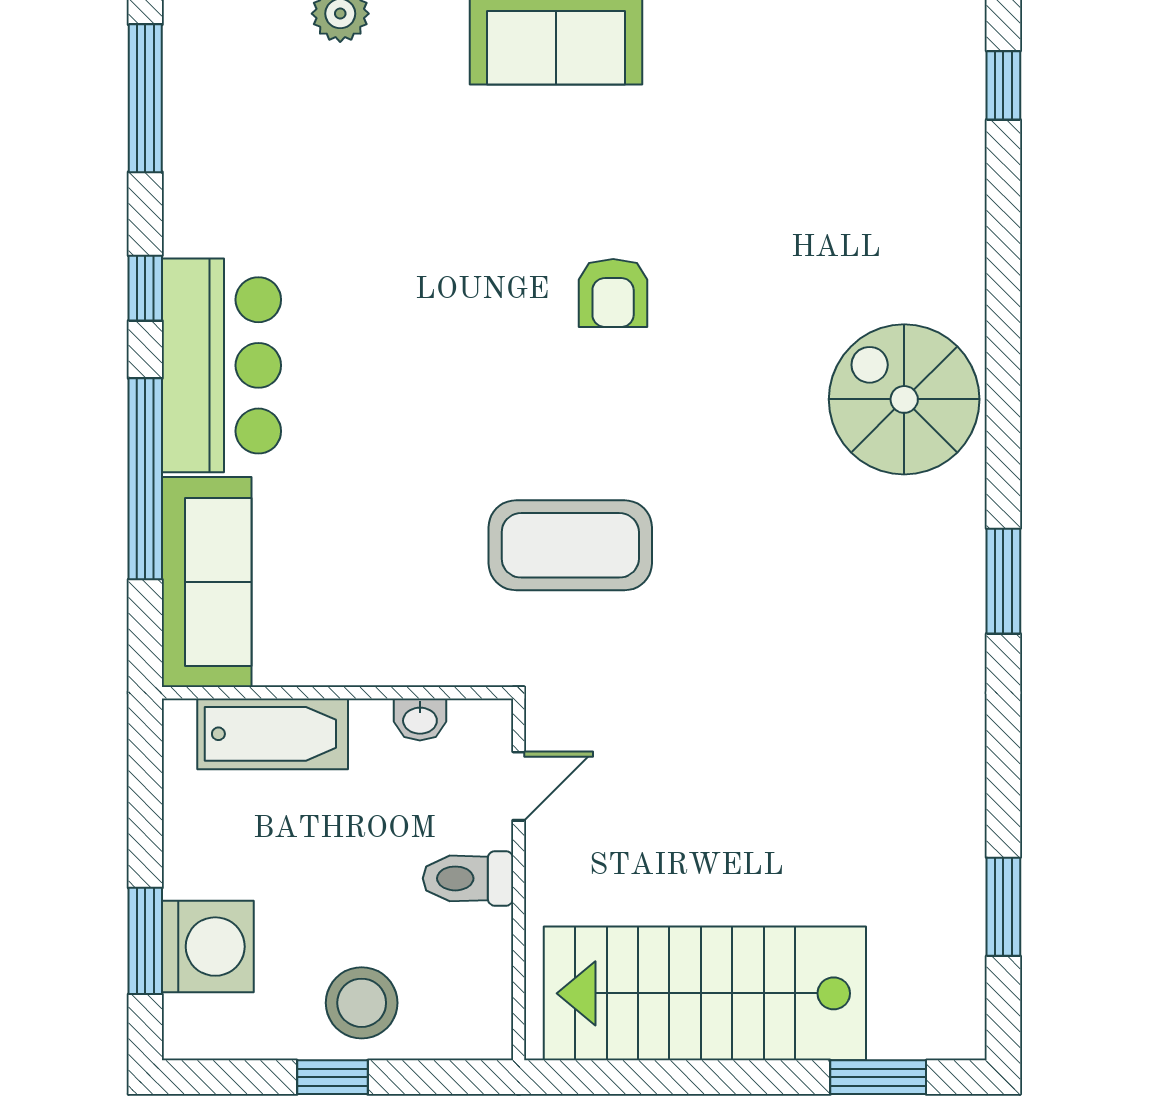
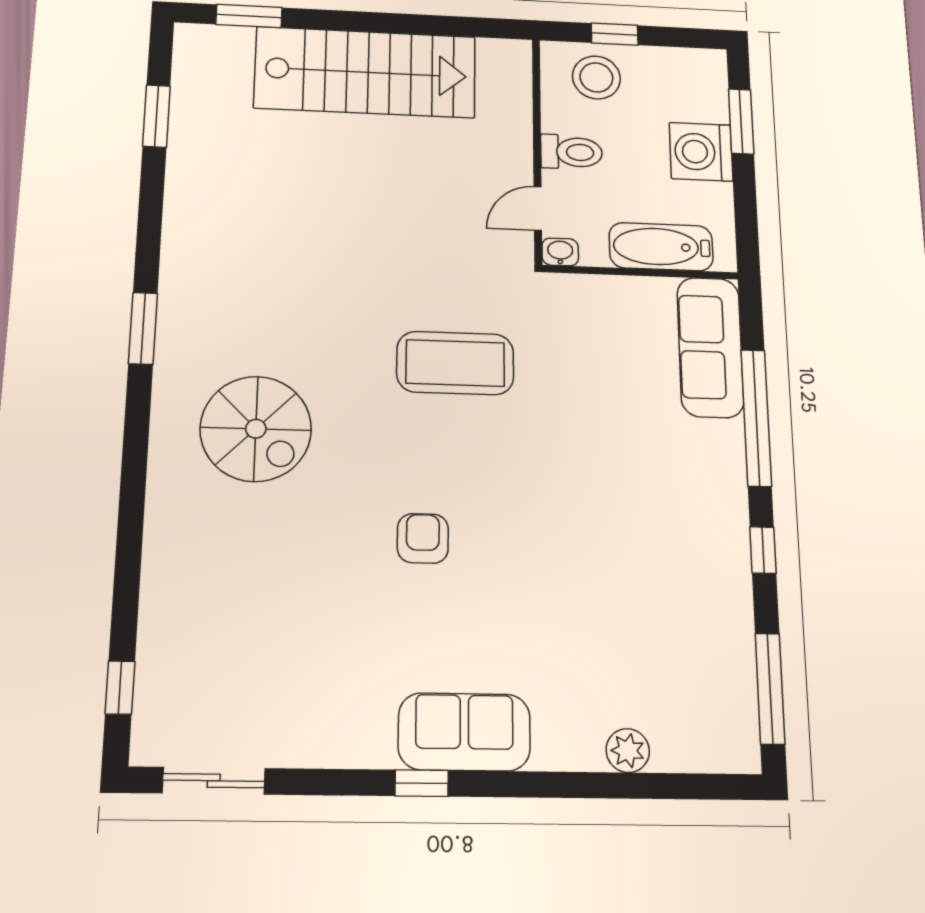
bar counter: (221, 365) -> (706, 494), removed
spiral stairs: (904, 399) -> (256, 429), moved
door: (519, 786) -> (538, 209), moved
toilet: (468, 878) -> (571, 152), moved
wall: (519, 879) -> (537, 150), moved
washing machine: (208, 947) -> (701, 152), moved

